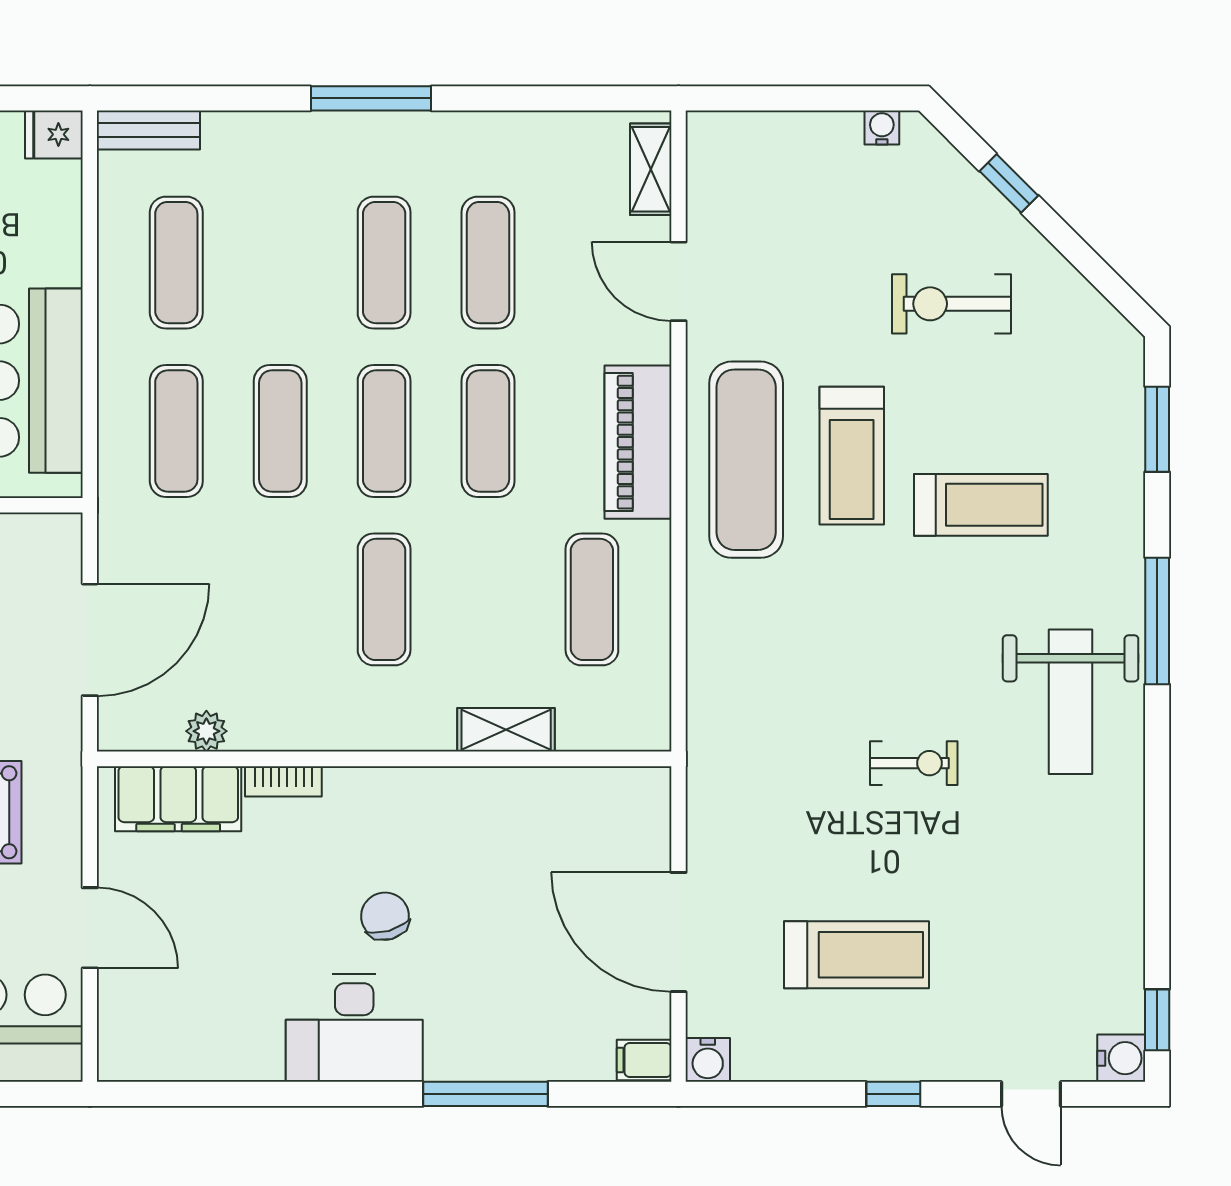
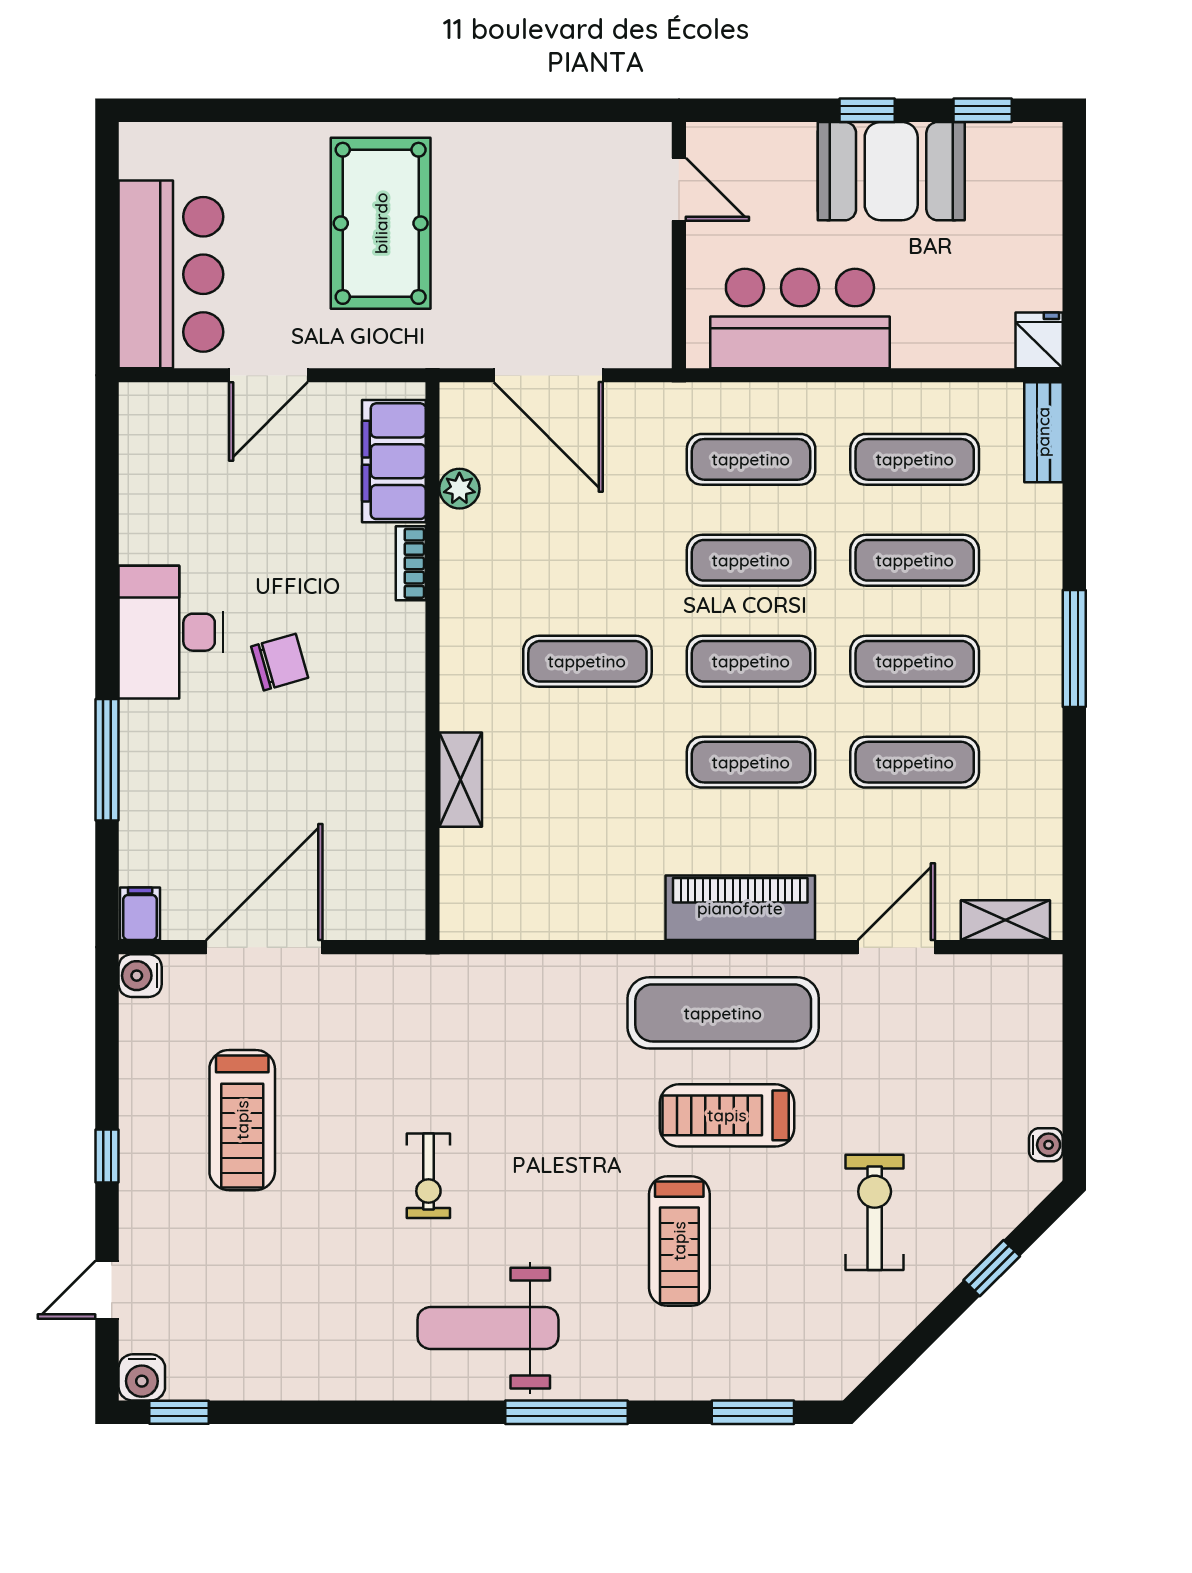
exercise mat: (592, 599) -> (915, 560), moved

